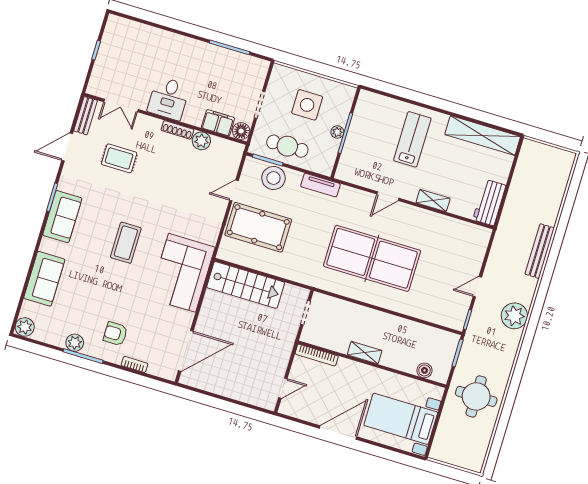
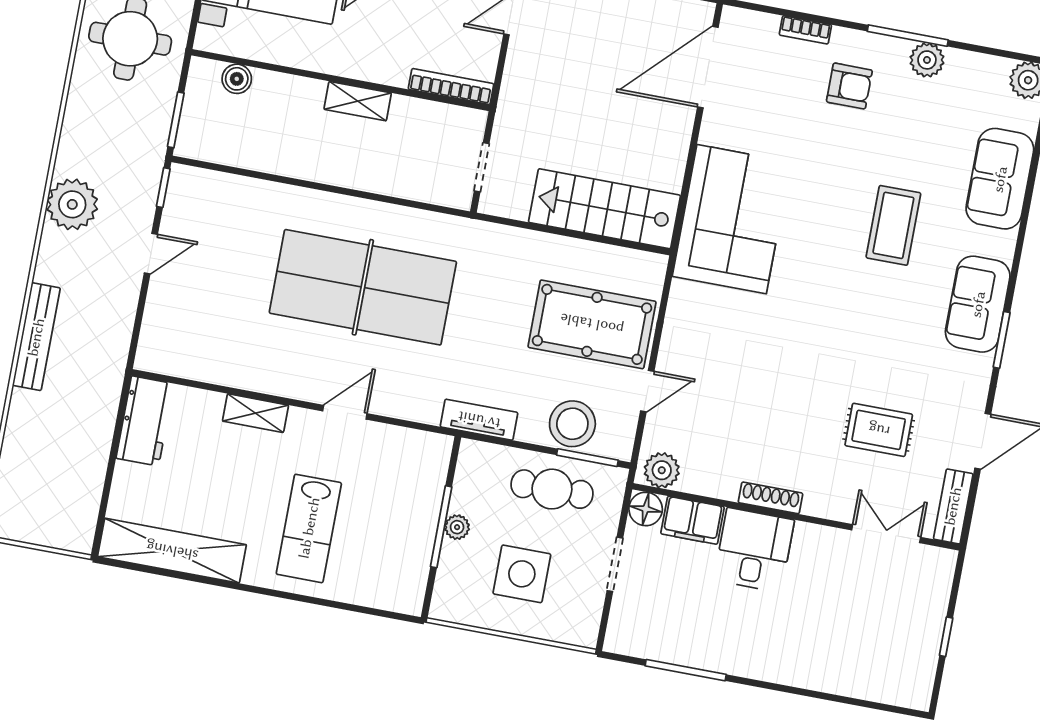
desk: (169, 98) -> (754, 550), moved
plant: (201, 141) -> (662, 470), moved
coffee table: (126, 243) -> (893, 225), moved

